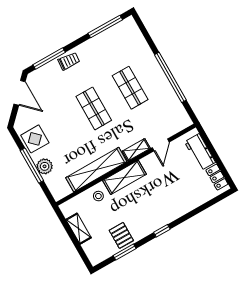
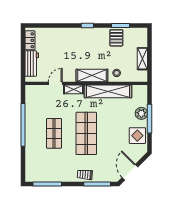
shop shelf: (94, 108) -> (86, 133), width x1.43, depth x1.36

